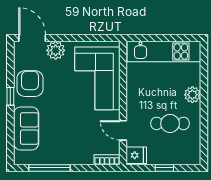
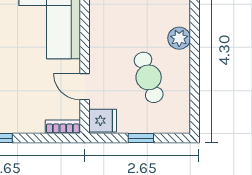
cafe table: (170, 123) -> (149, 77), turned 72

